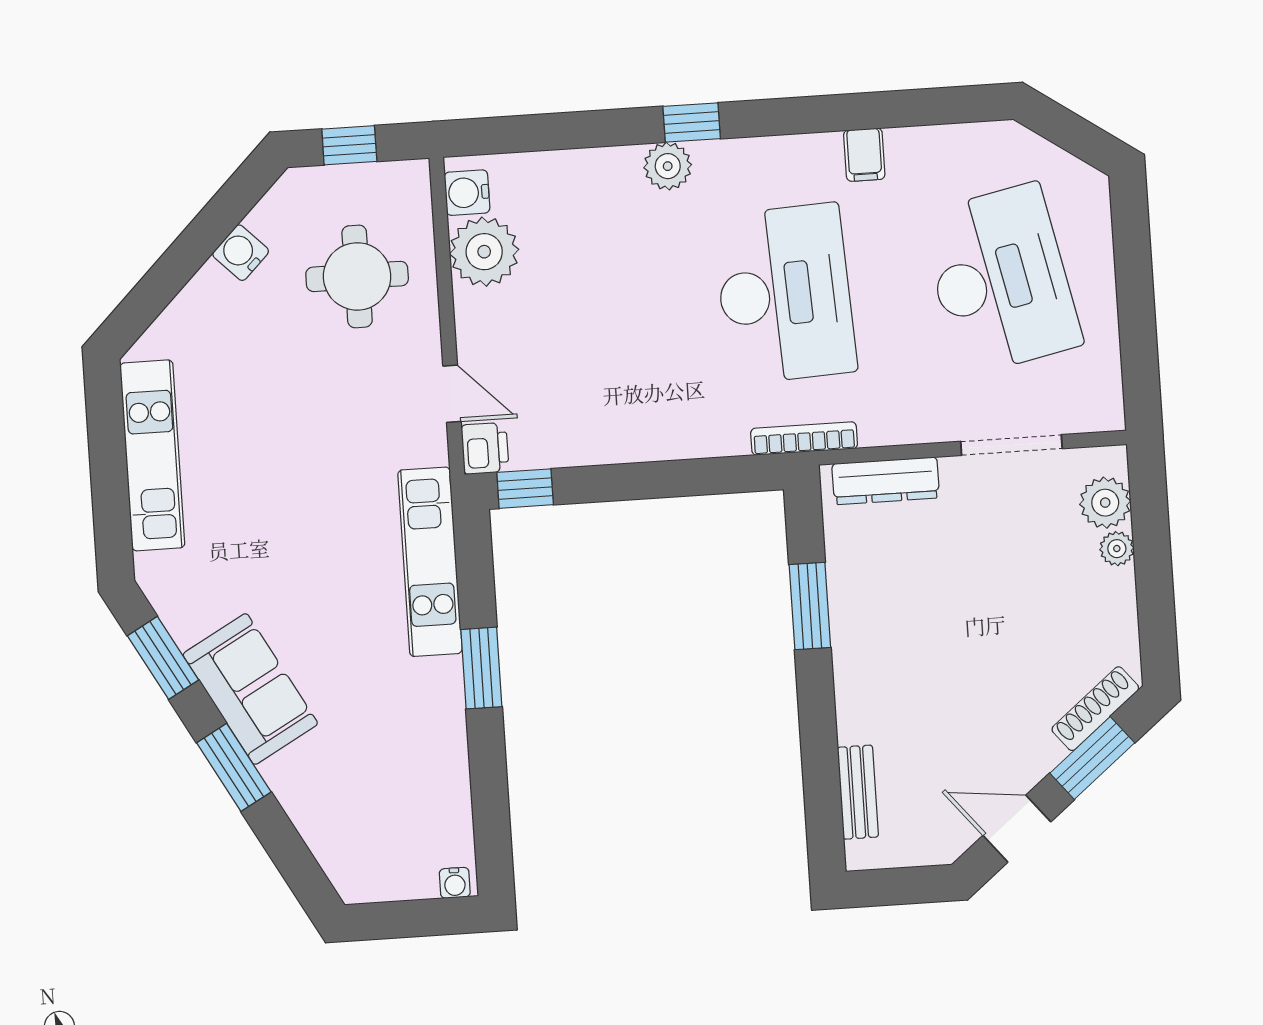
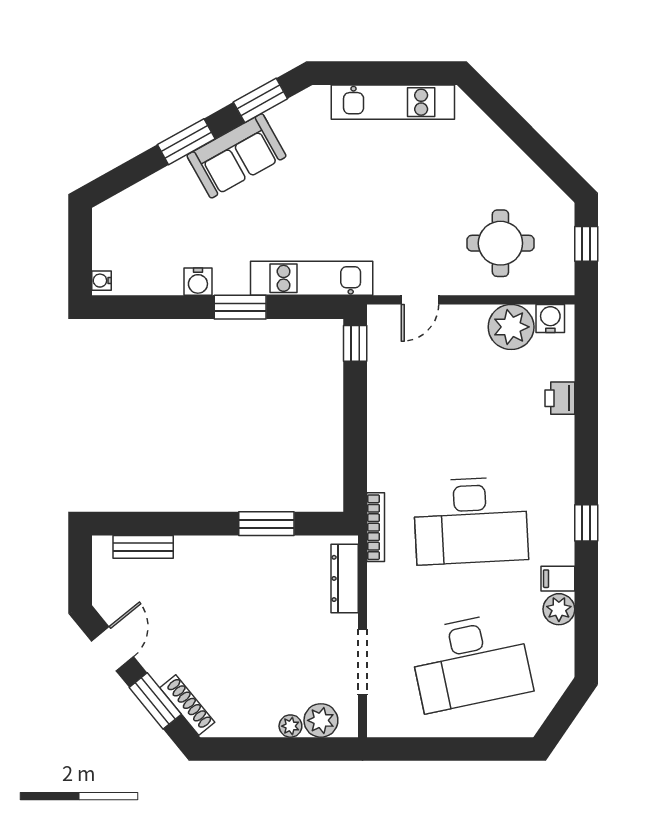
window: (692, 122) -> (586, 523), moved
plant: (668, 166) -> (559, 609), moved
water cooler: (241, 253) -> (198, 282), moved, turned 135
printer: (485, 448) -> (560, 398), moved, turned 90

